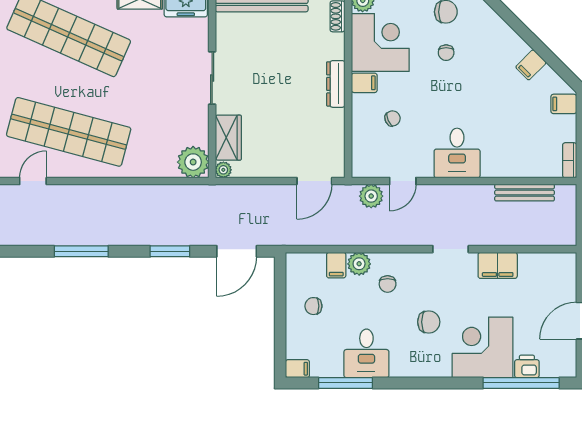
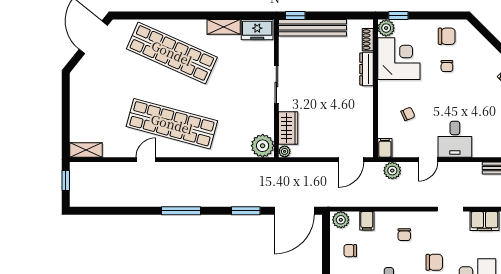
filing cabinet: (364, 83) -> (385, 148), moved, turned -90
dresser: (336, 84) -> (367, 69), moved
door: (403, 181) -> (428, 160), moved
door: (237, 251) -> (294, 211), width x1.36
plant: (359, 264) -> (341, 220), moved

